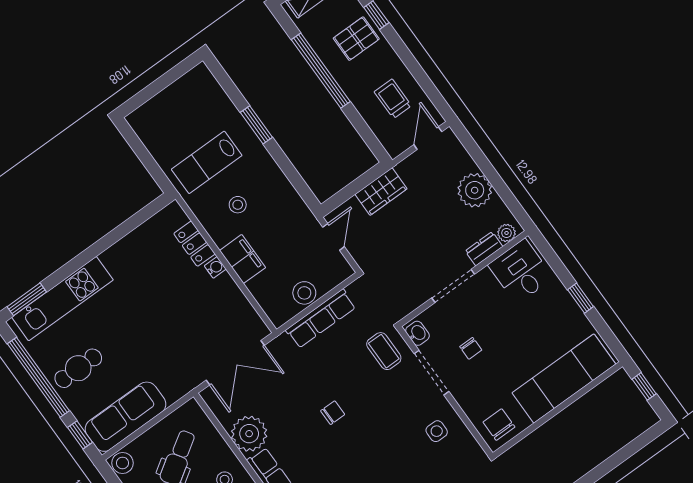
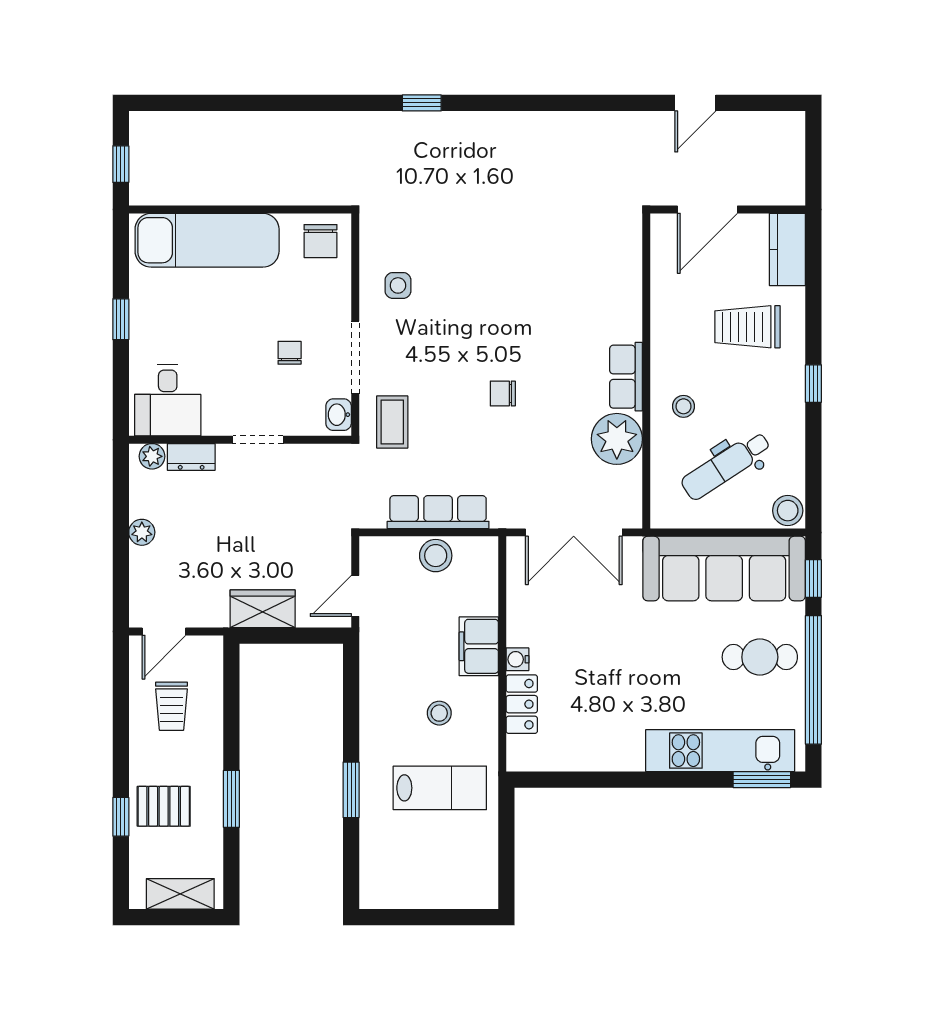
window: (321, 71) -> (231, 799), width x0.47
plant: (475, 190) -> (142, 532), width x0.53, depth x0.53
doorway: (453, 286) -> (258, 440), width x0.73
double door: (235, 363) -> (574, 532), swing flipped
sofa: (125, 417) -> (724, 569), width x1.36, depth x1.27

